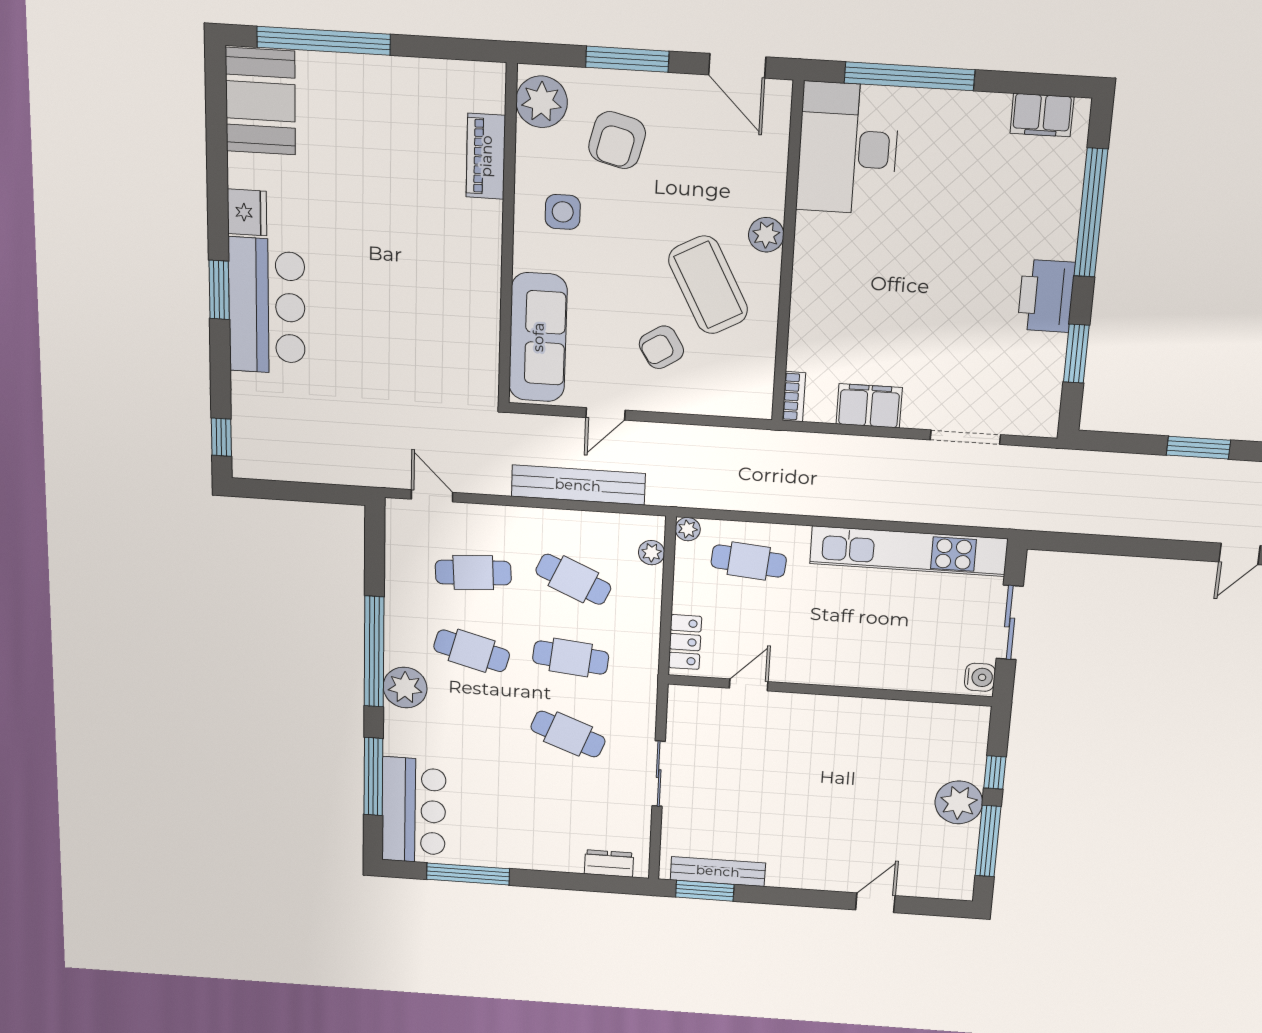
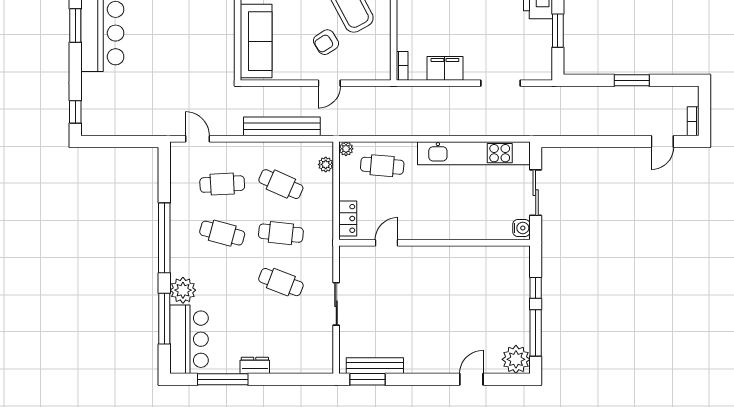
door: (605, 414) -> (329, 83), moved
plant: (405, 688) -> (183, 290), moved
plant: (959, 802) -> (516, 359), moved
dresser: (609, 863) -> (255, 365), moved

